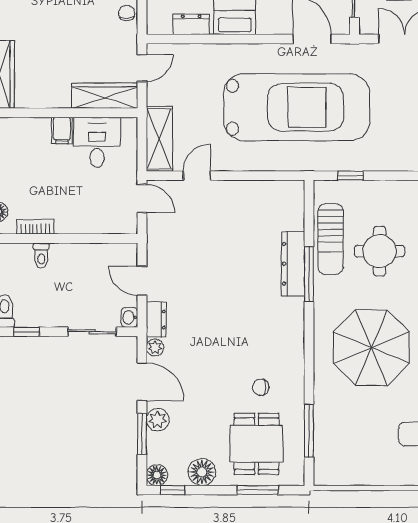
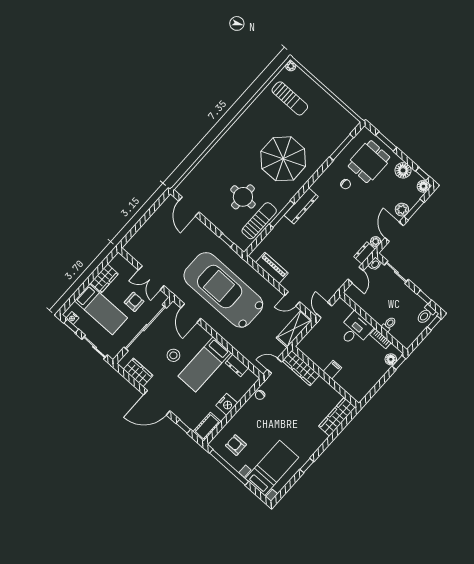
desk: (97, 142) -> (355, 330), moved, turned 180
piano: (259, 192) -> (272, 268), added
dresser: (293, 264) -> (301, 206), moved

